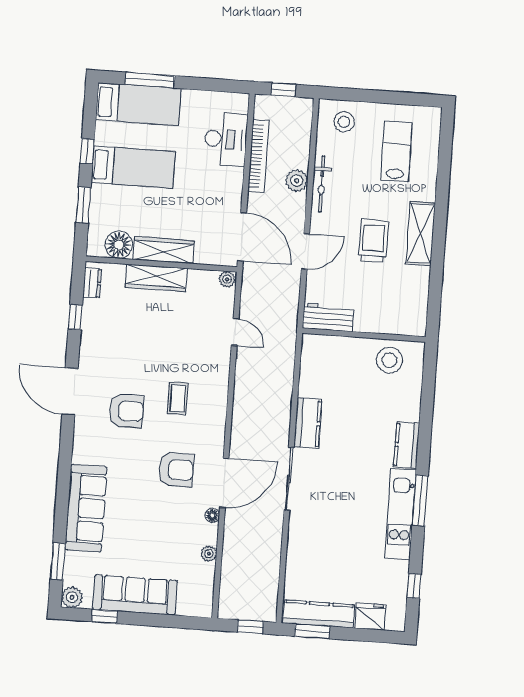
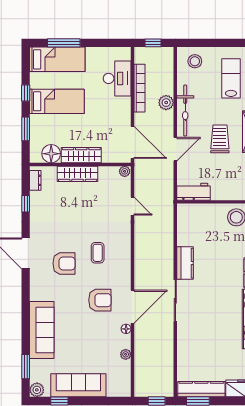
bicycle: (322, 184) -> (185, 110), width x1.37, depth x1.40

